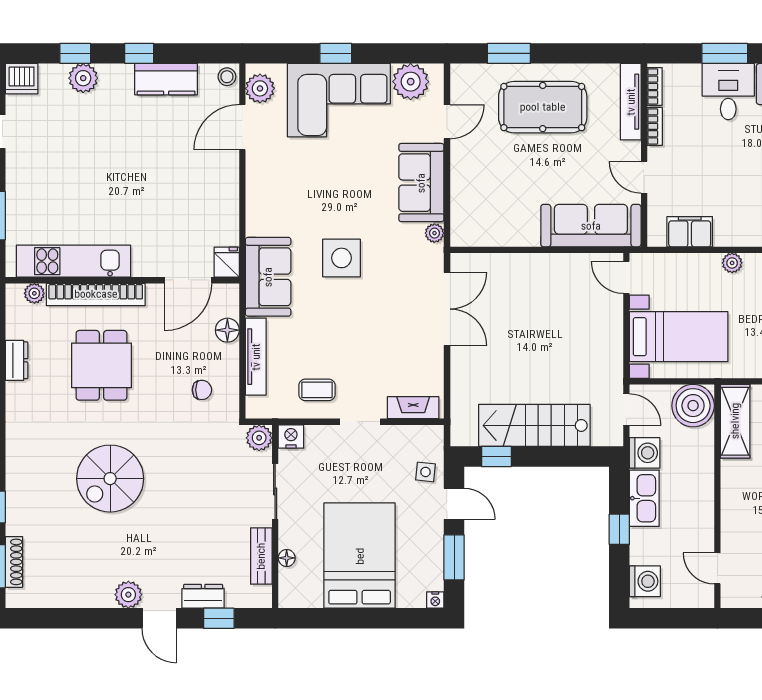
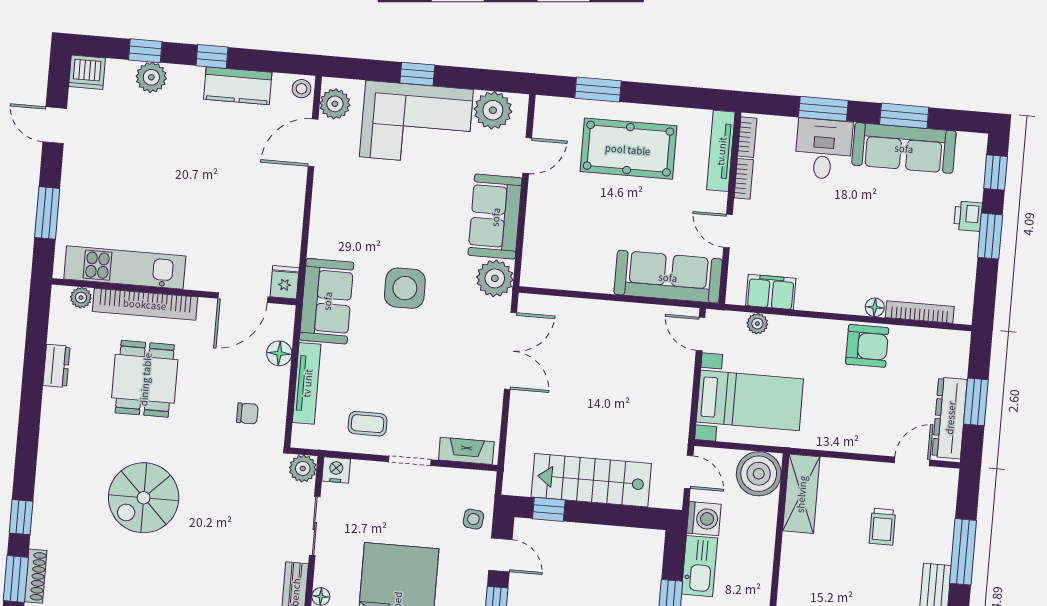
plant: (434, 233) -> (495, 278), width x1.88, depth x1.88
plant: (732, 263) -> (757, 324), moved

